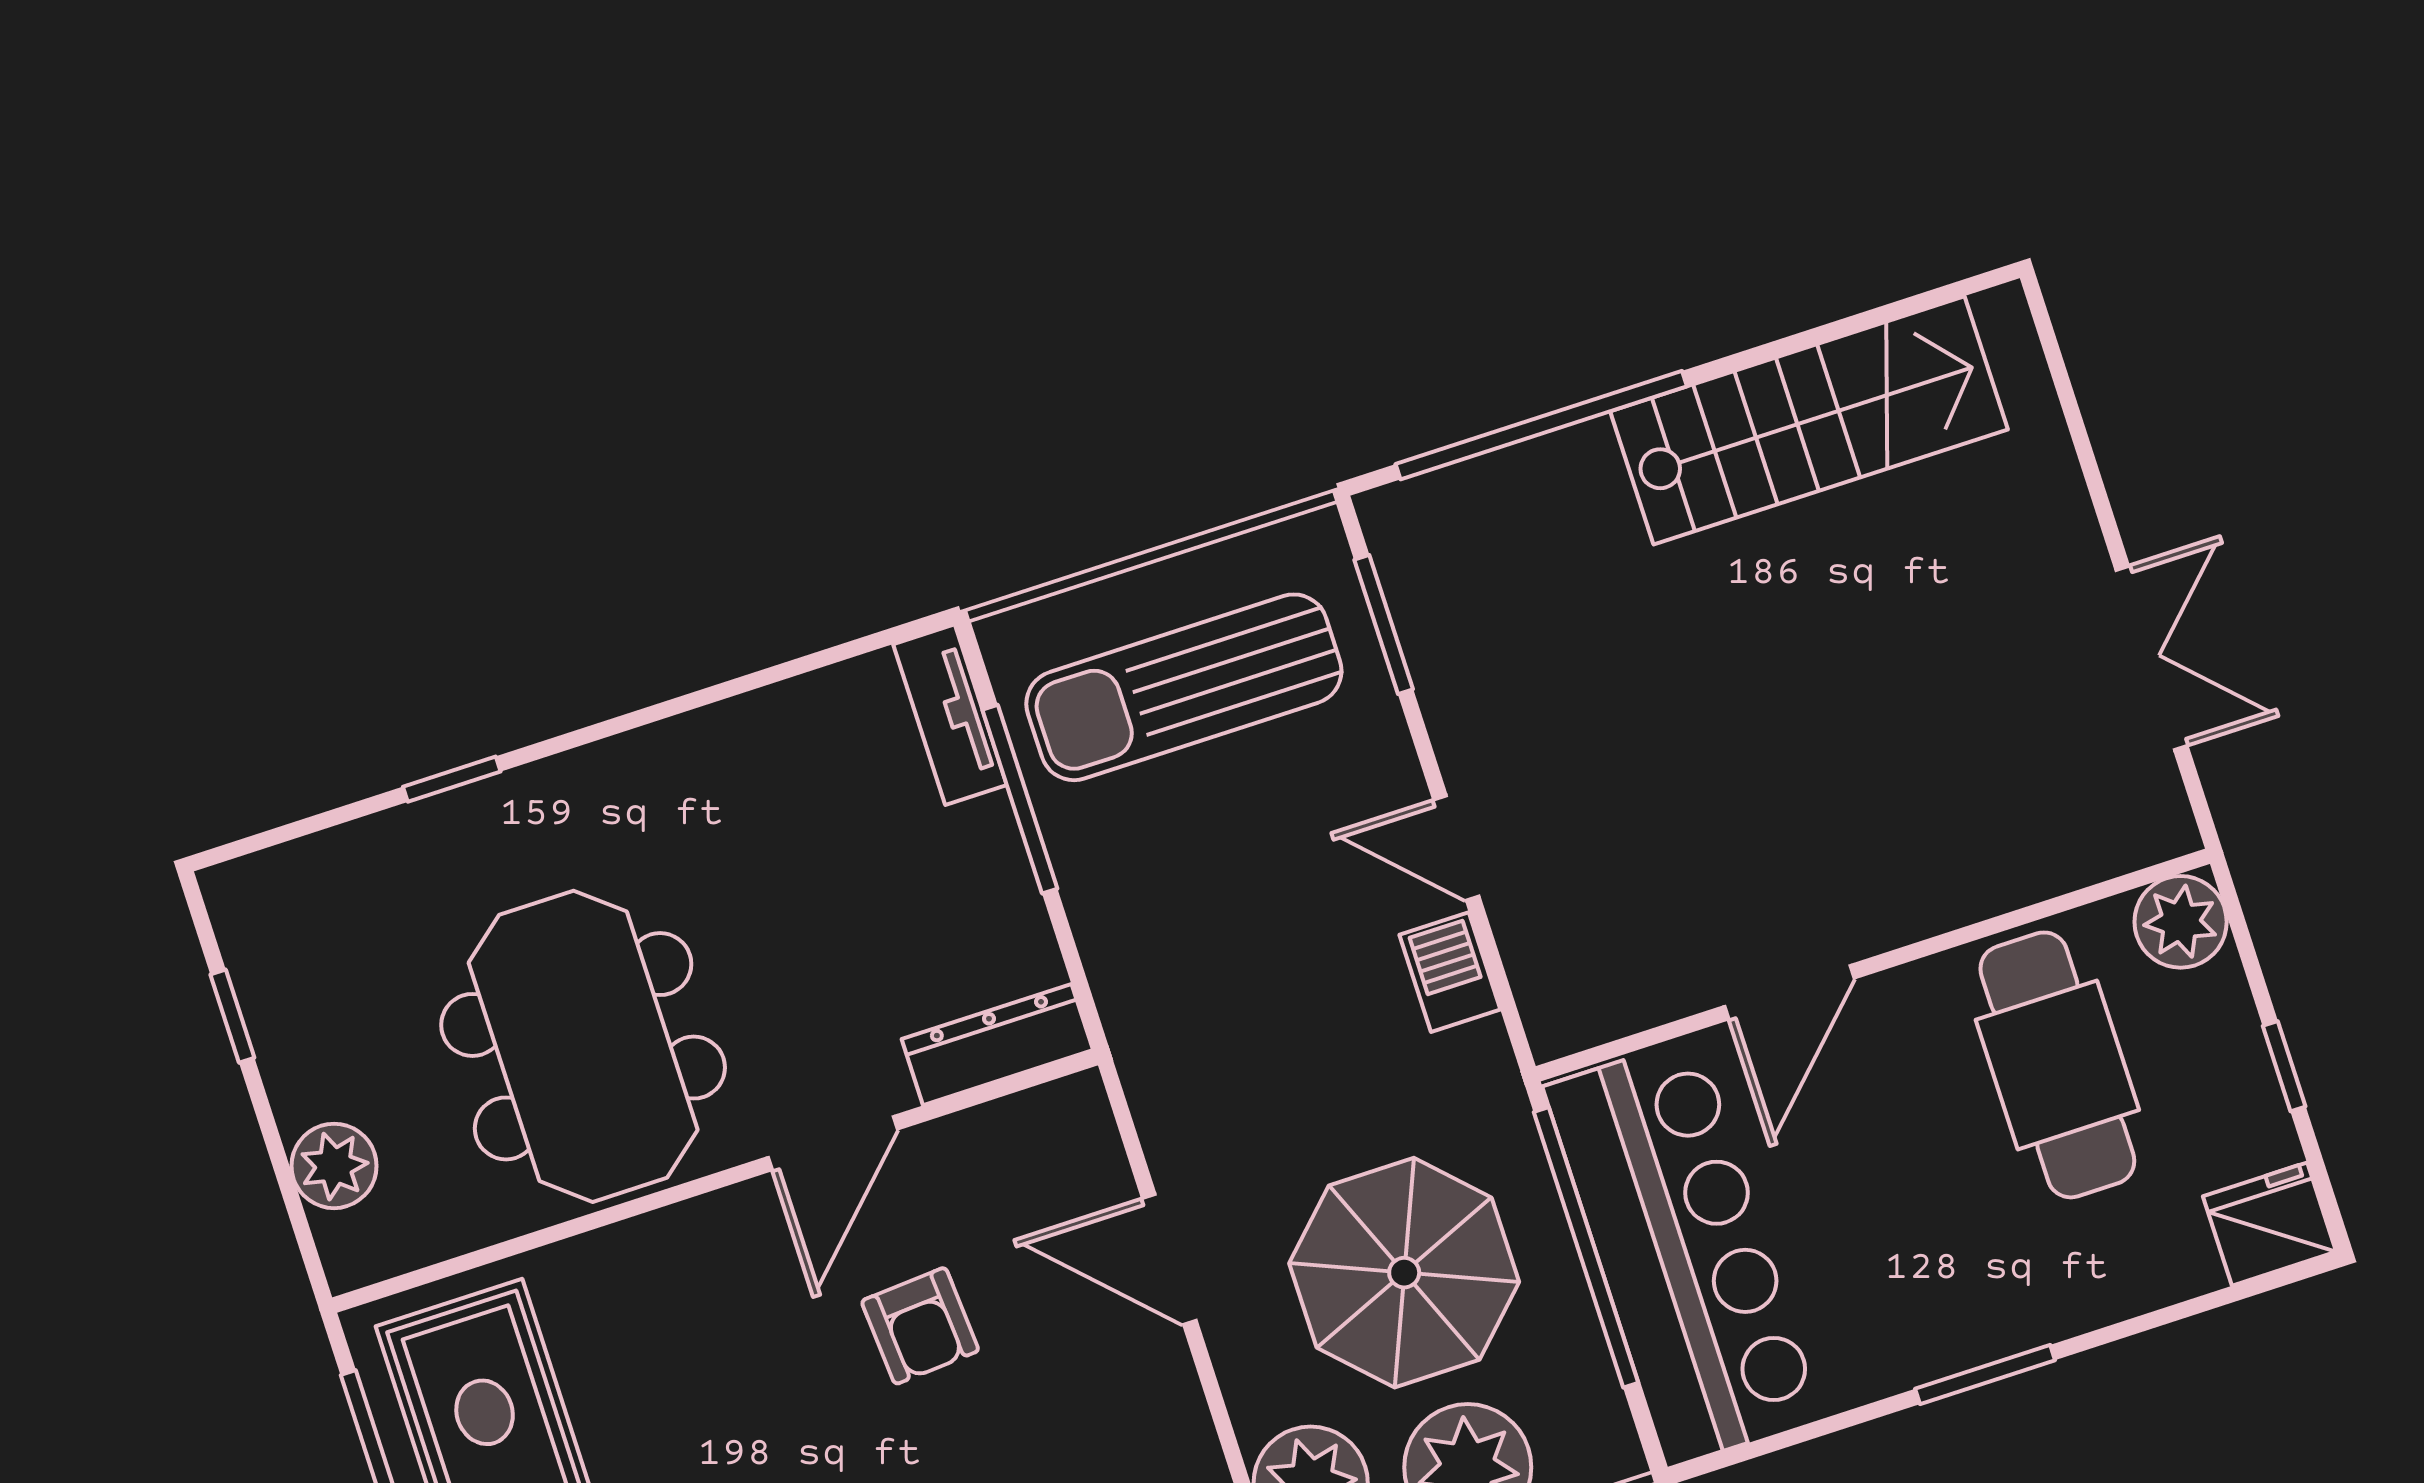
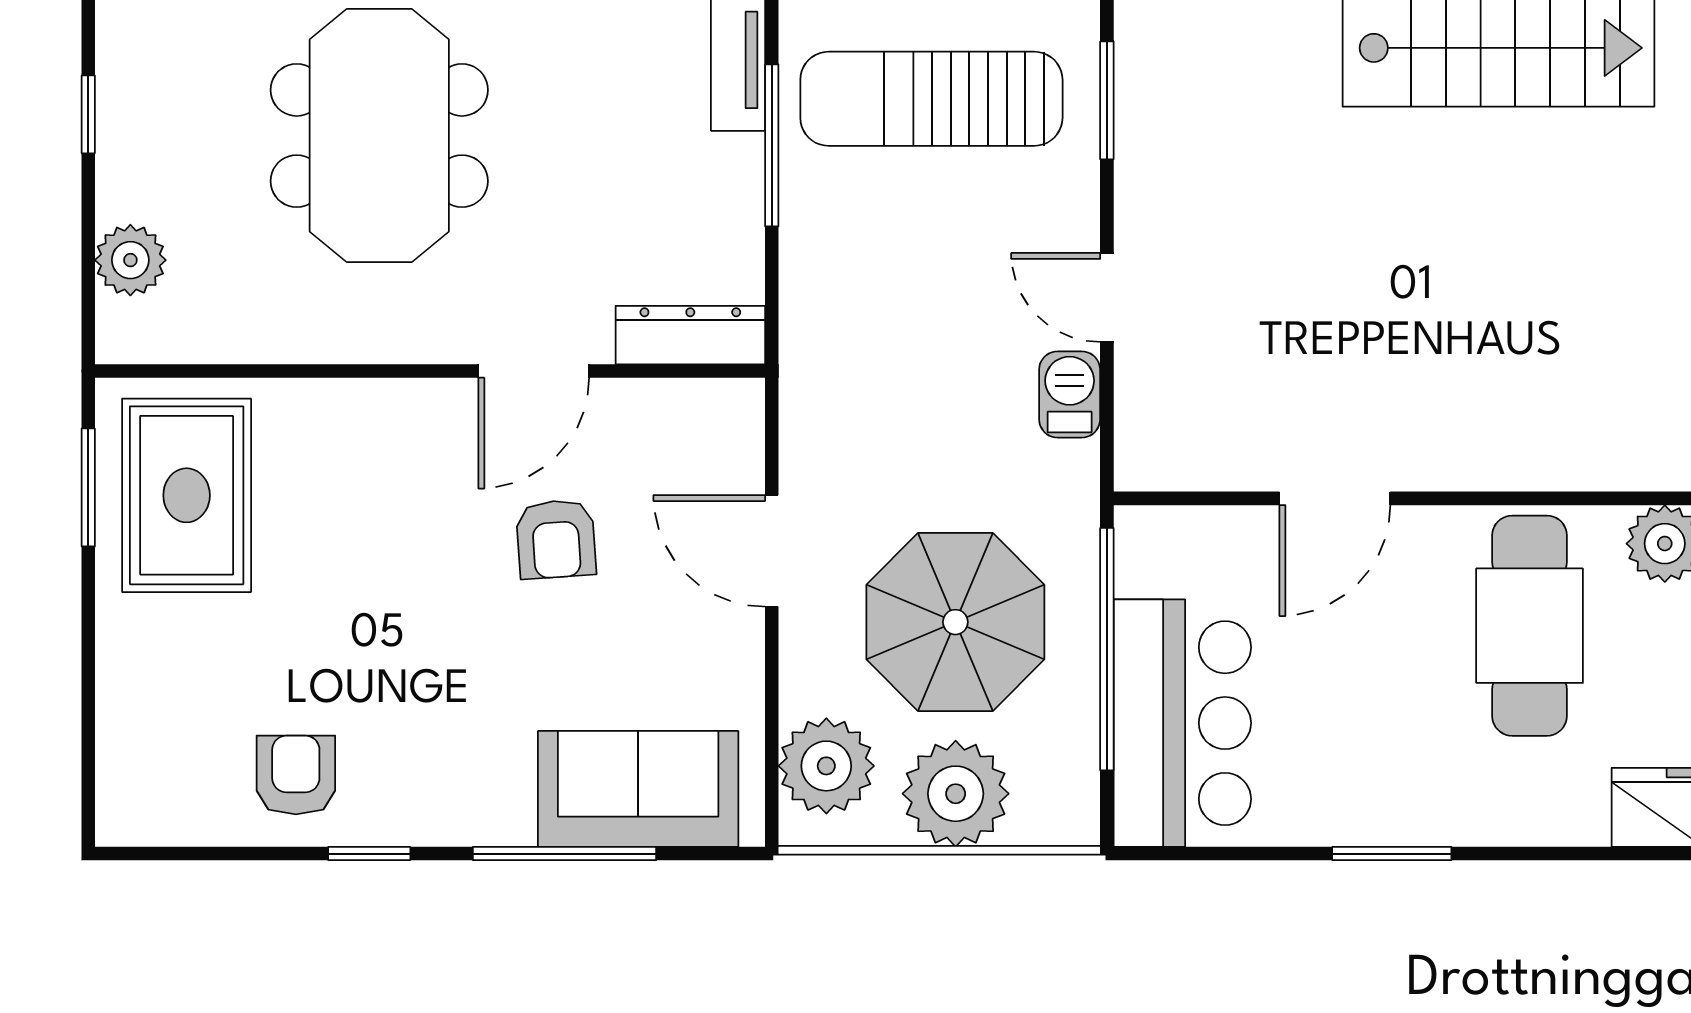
meeting table: (583, 1046) -> (379, 136), moved
bar counter: (1682, 1253) -> (1182, 723), width x0.73

